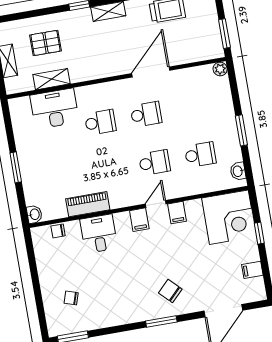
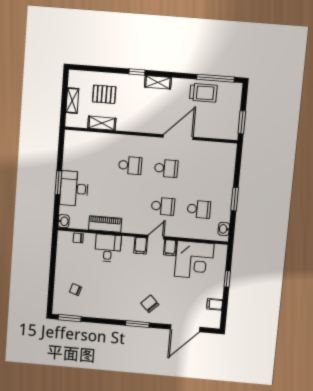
plant: (220, 69) -> (231, 149), removed
desk: (55, 109) -> (74, 189), moved, turned -90
corner desk: (229, 217) -> (194, 260), moved

